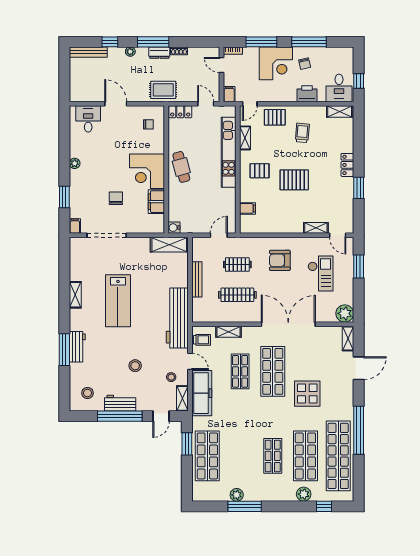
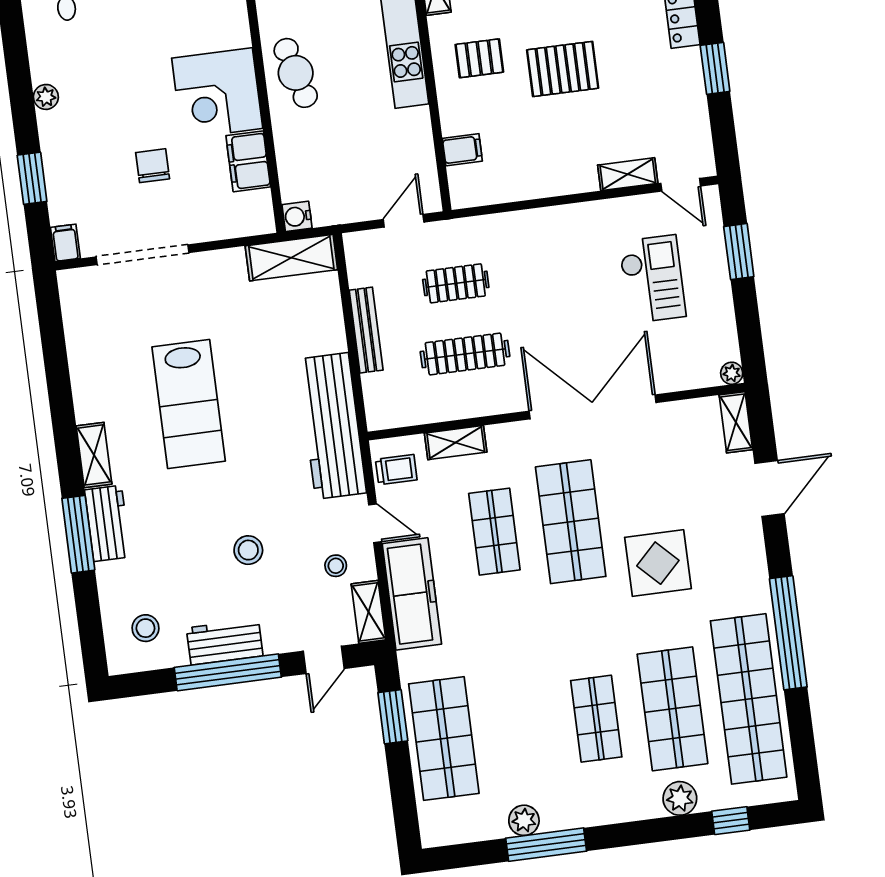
armchair: (280, 260) -> (554, 261), removed
shelving: (75, 295) -> (94, 455), moved
plant: (345, 313) -> (732, 373), width x0.53, depth x0.53

